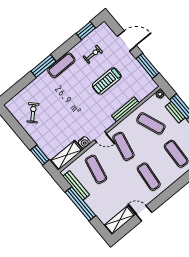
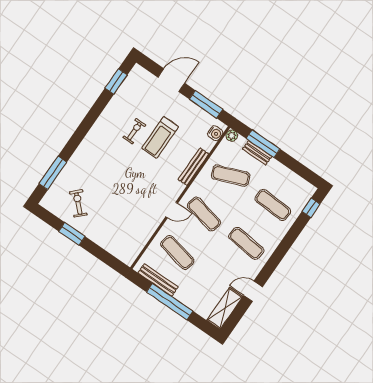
exercise bike: (93, 54) -> (134, 131), moved
exercise mat: (61, 65) -> (97, 133), removed
window: (43, 66) -> (53, 173), moved
water cooler: (84, 142) -> (215, 133), moved
window: (40, 155) -> (72, 234), moved
shelving: (66, 155) -> (135, 245), removed

